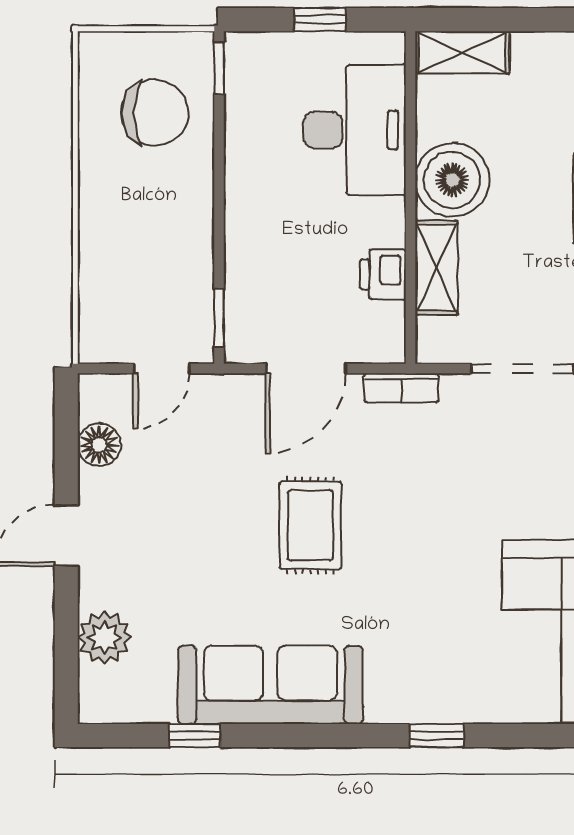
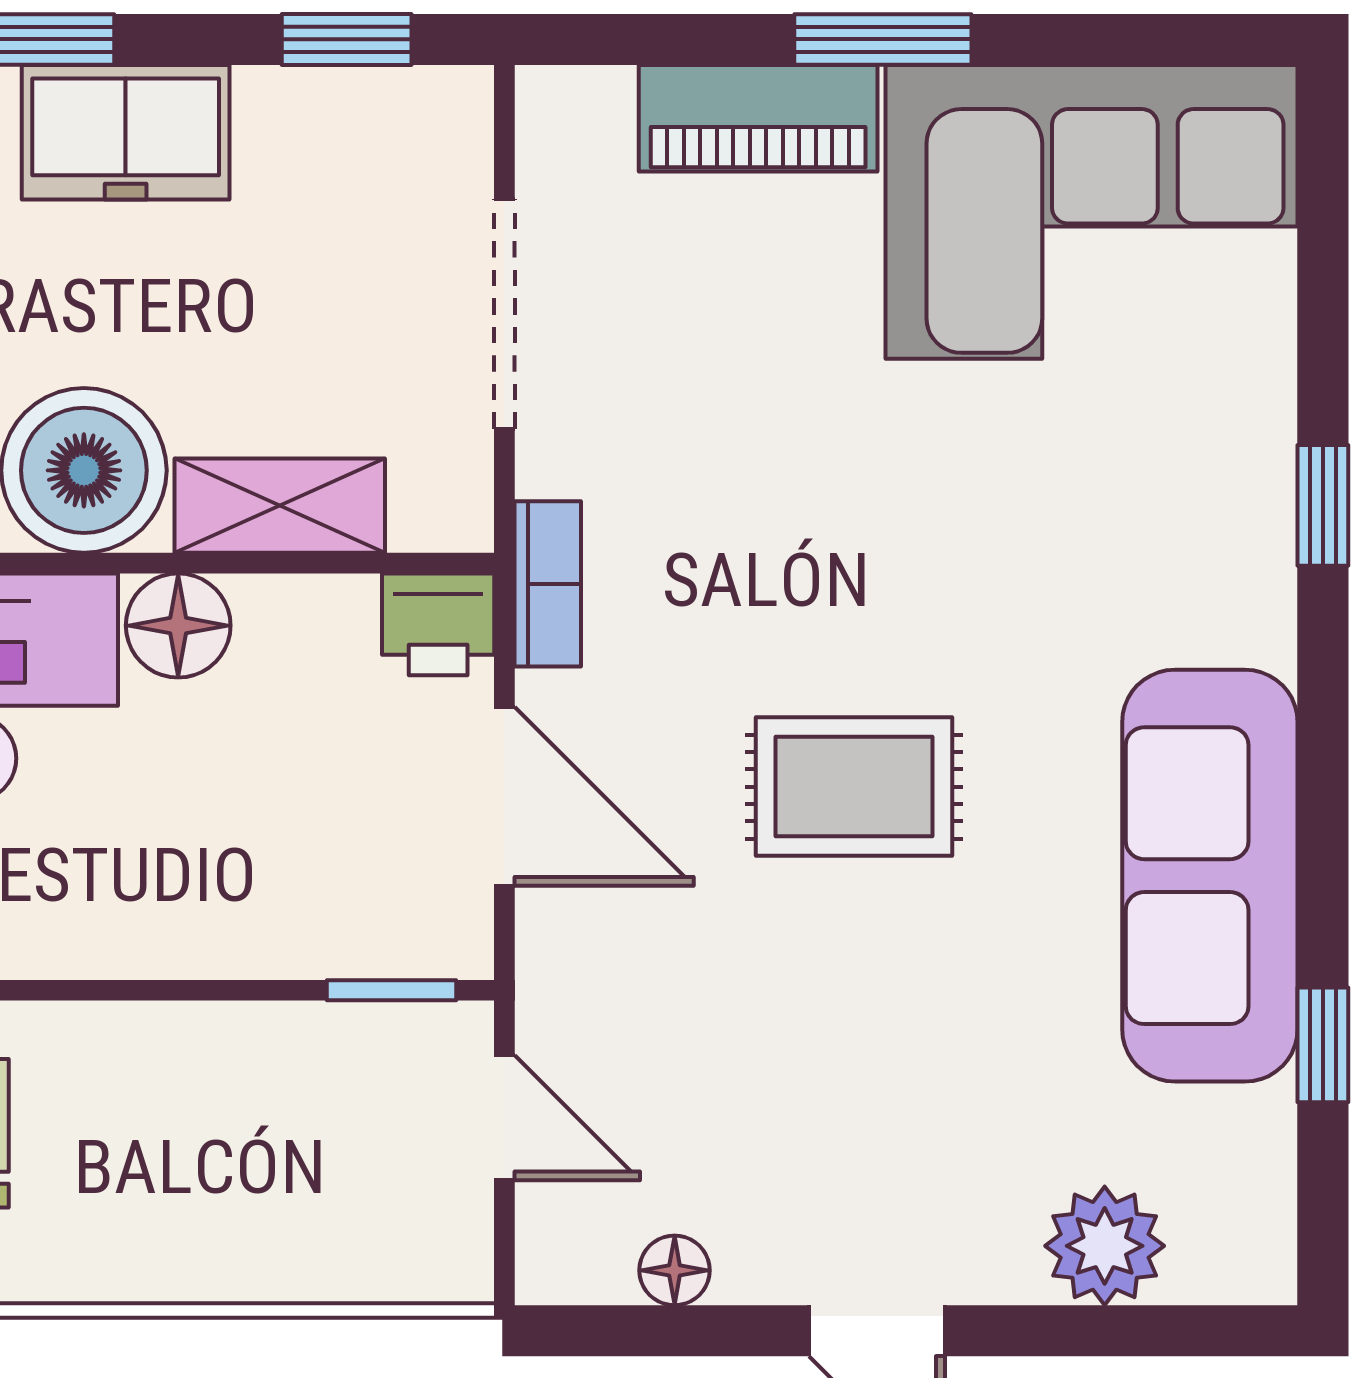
floor lamp: (383, 222) -> (178, 626), added
printer: (383, 274) -> (438, 624), moved
floor lamp: (99, 445) -> (675, 1270), width x0.73, depth x0.73

